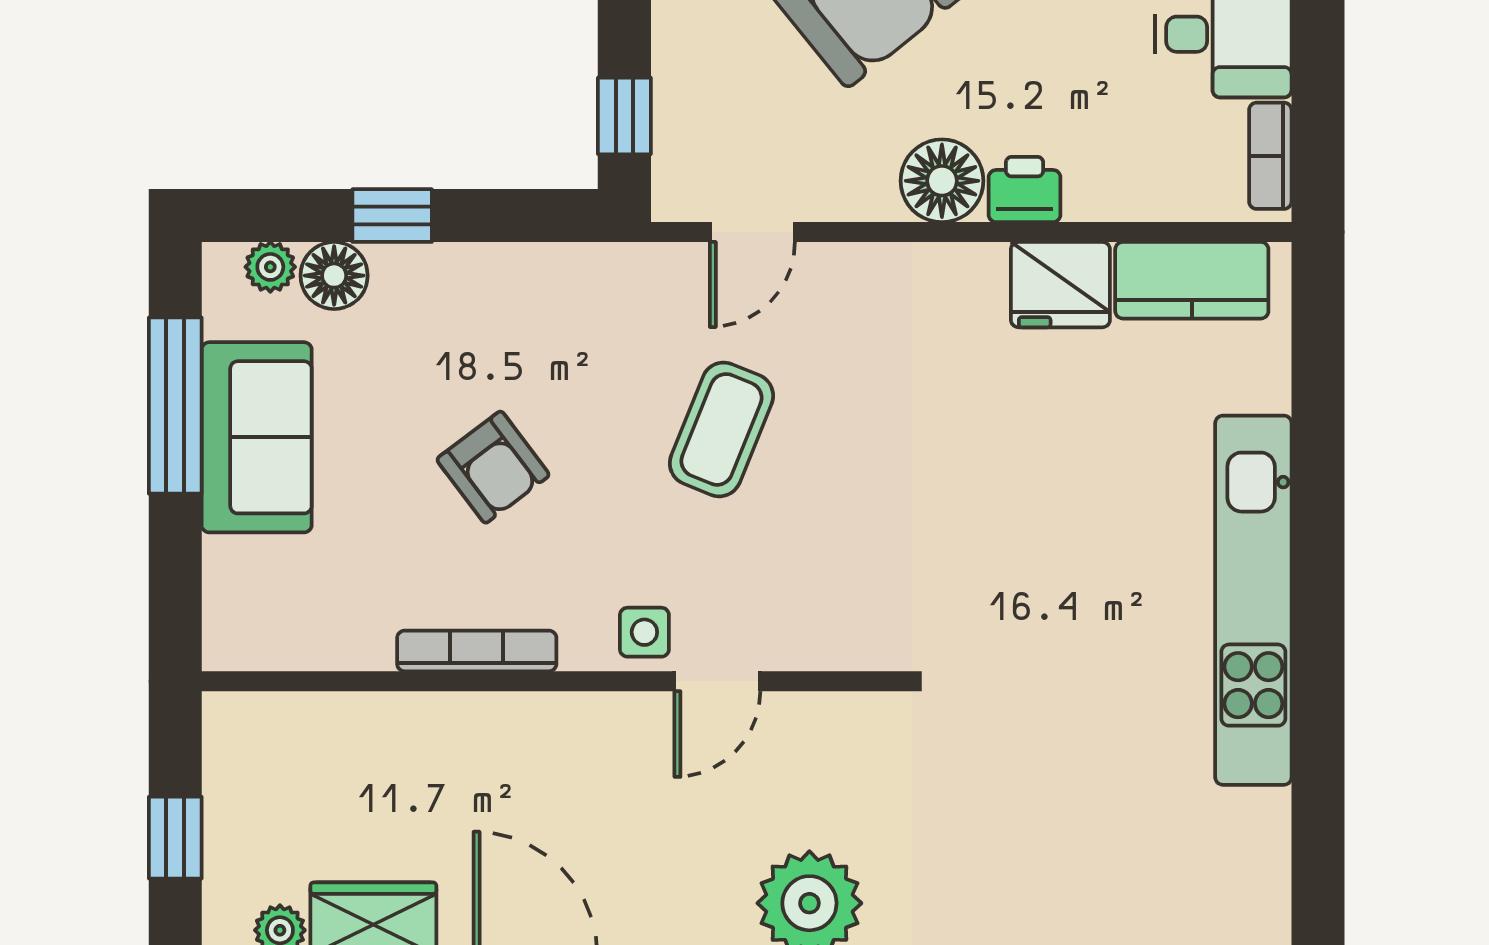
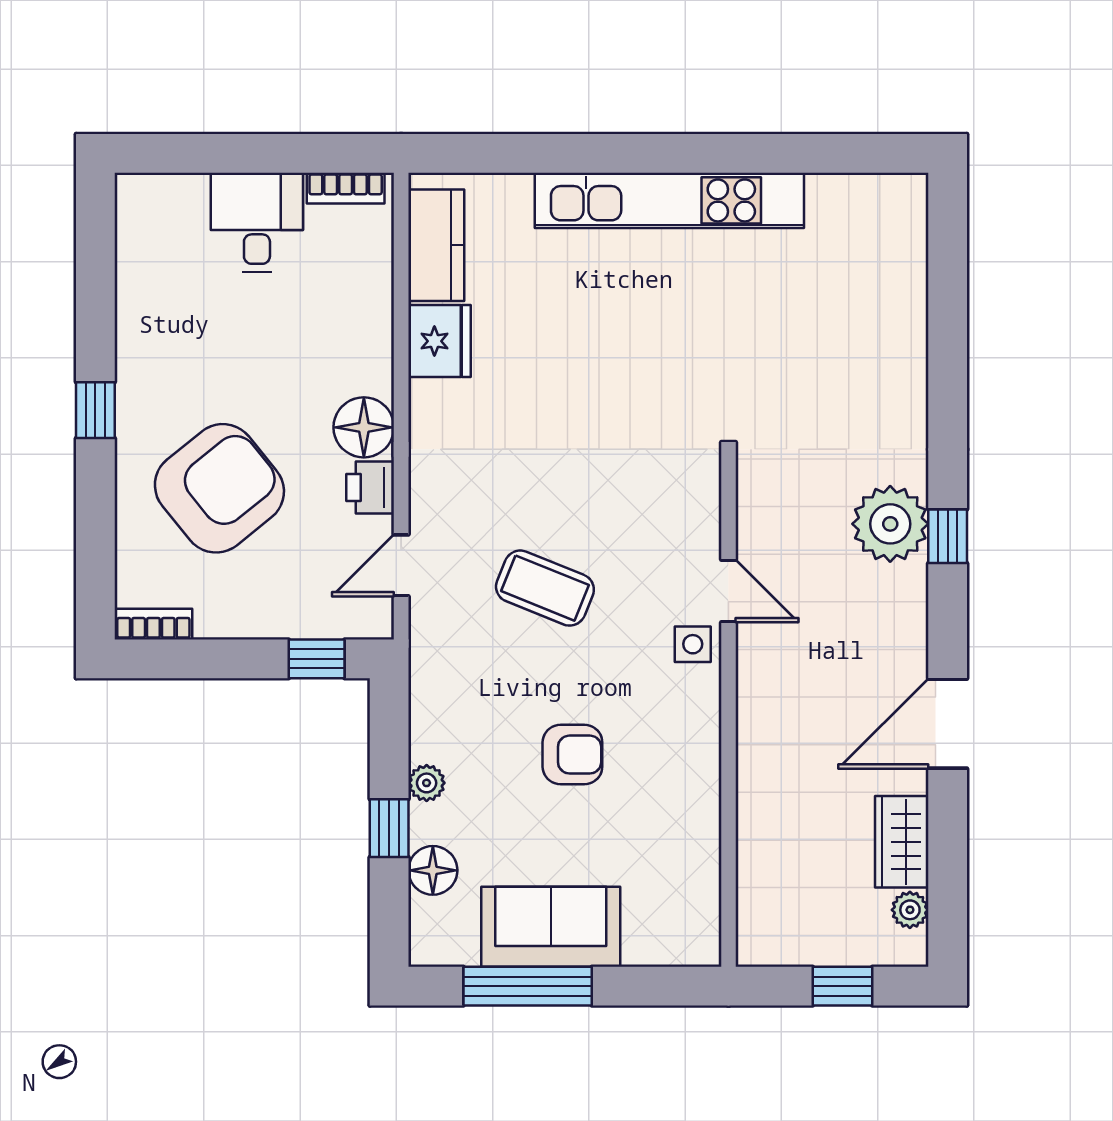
printer: (1025, 190) -> (370, 488), moved
door: (752, 232) -> (401, 565), swing flipped
plant: (270, 267) -> (427, 783), moved
armchair: (493, 467) -> (572, 755), turned 37
bookcase: (477, 651) -> (706, 766), removed

